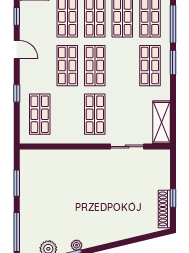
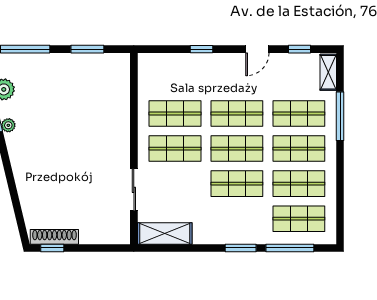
shop shelf: (150, 66) -> (237, 184), moved
shop shelf: (40, 114) -> (175, 113), moved
window: (173, 198) -> (52, 248), moved

